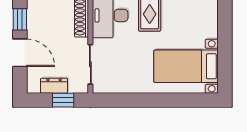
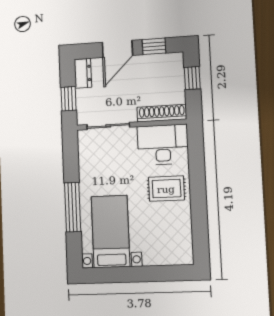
dresser: (54, 86) -> (83, 73), moved
window: (163, 100) -> (73, 207), added

